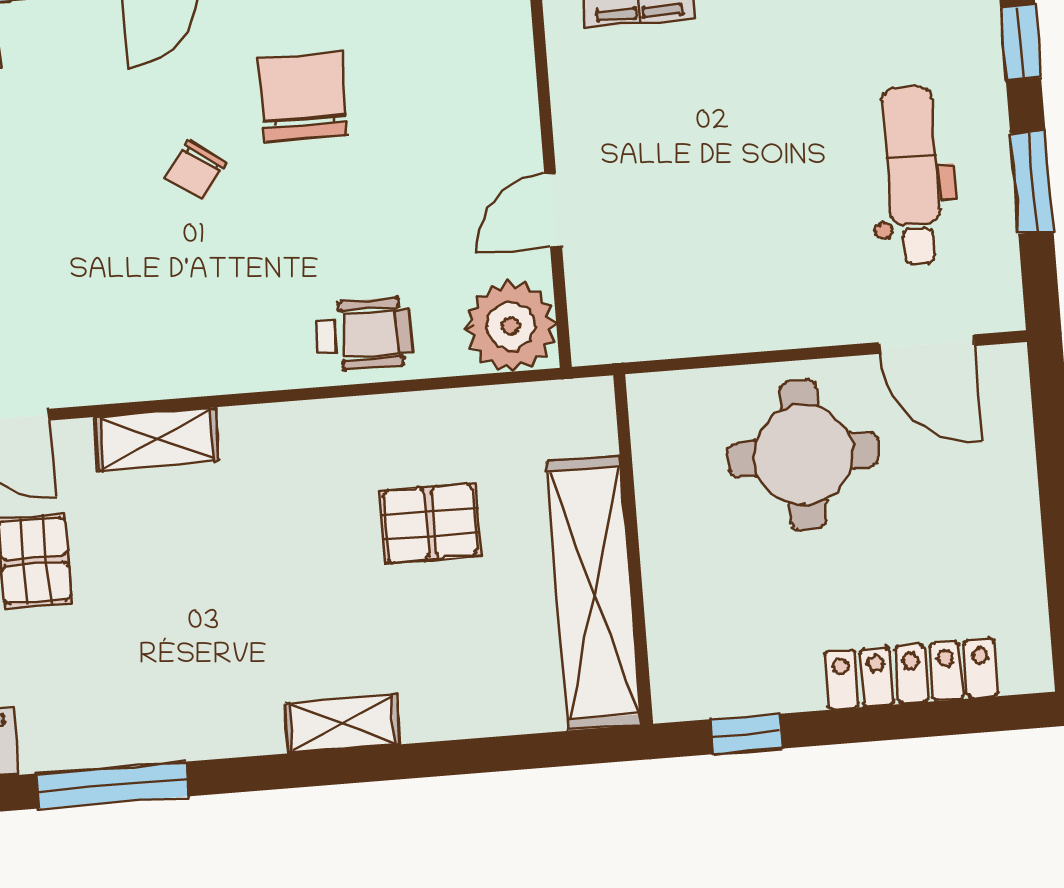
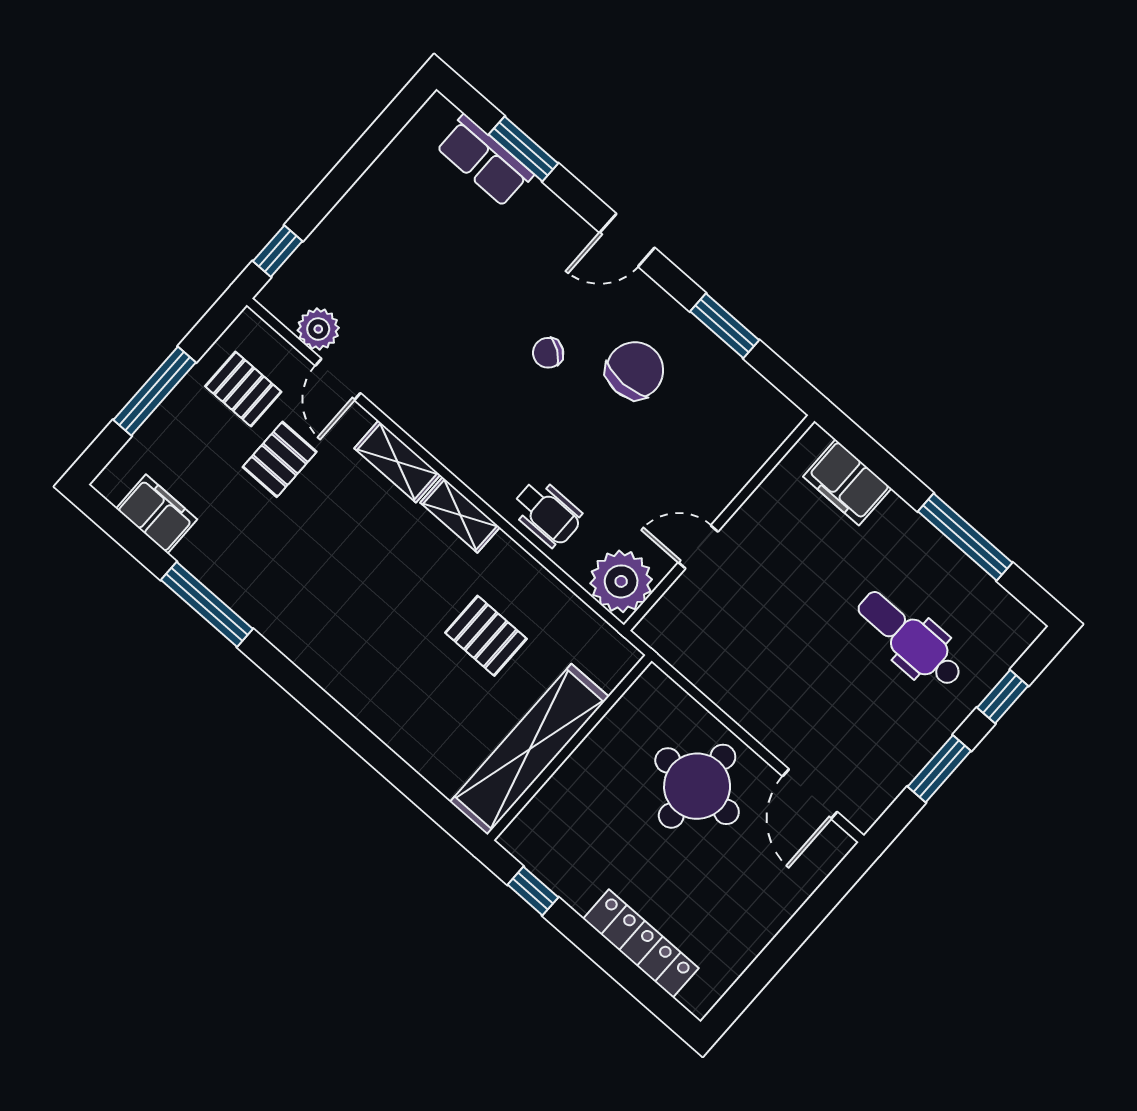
dental chair: (913, 175) -> (910, 639), moved, turned -90
shelving: (342, 724) -> (460, 515), moved

